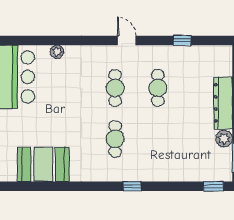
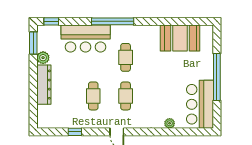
bar counter: (168, 164) -> (86, 39), added
window: (132, 186) -> (113, 21), width x3.17

